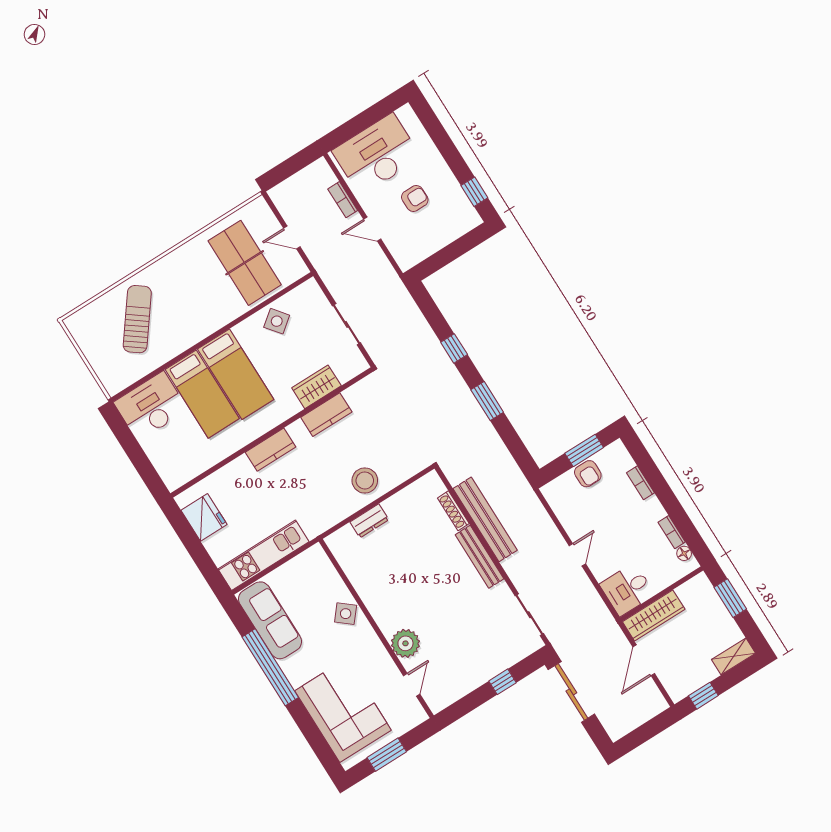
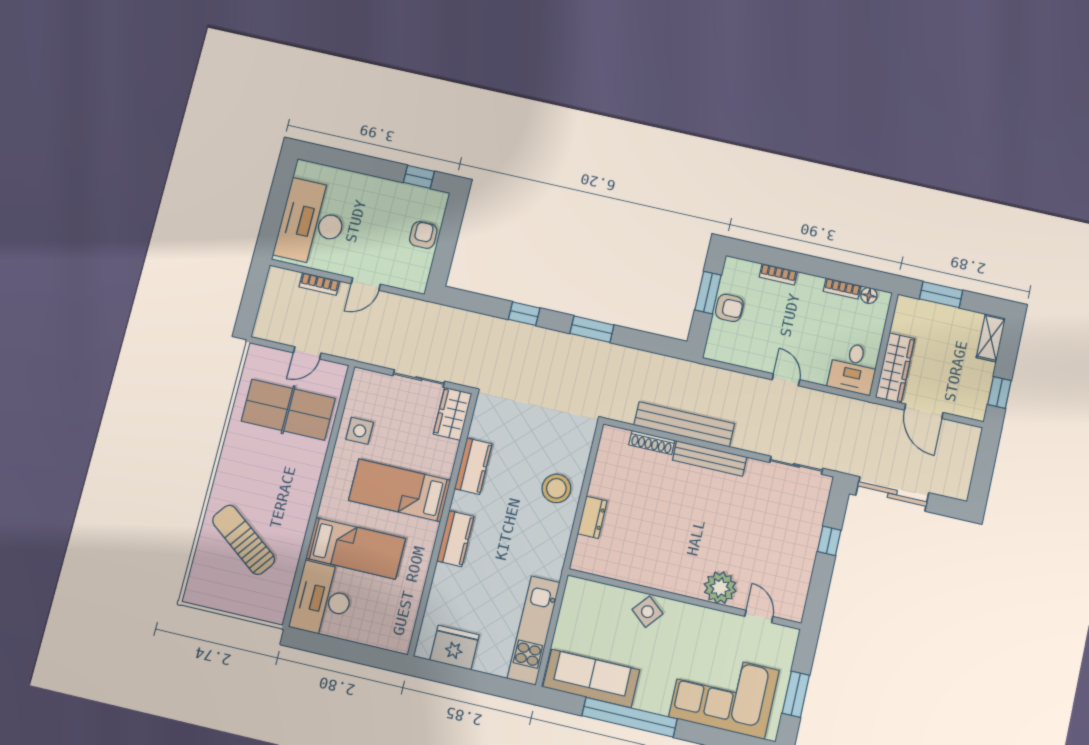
armchair: (415, 198) -> (423, 235), moved
side table: (277, 321) -> (360, 431), turned 38
bed: (236, 374) -> (400, 490), moved, turned 180
wardrobe: (316, 387) -> (453, 414), moved

